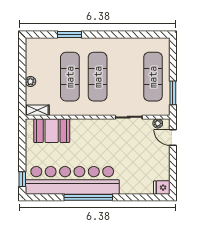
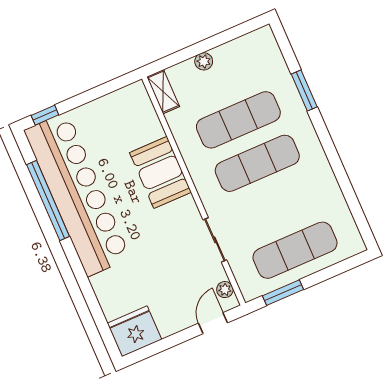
booth: (52, 131) -> (160, 172), moved
fridge: (162, 188) -> (134, 331), width x1.88, depth x1.34
window: (88, 197) -> (48, 200), moved

